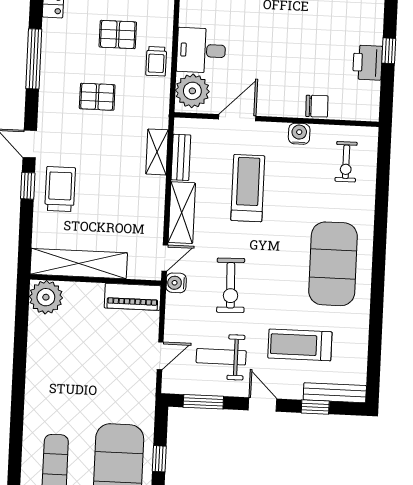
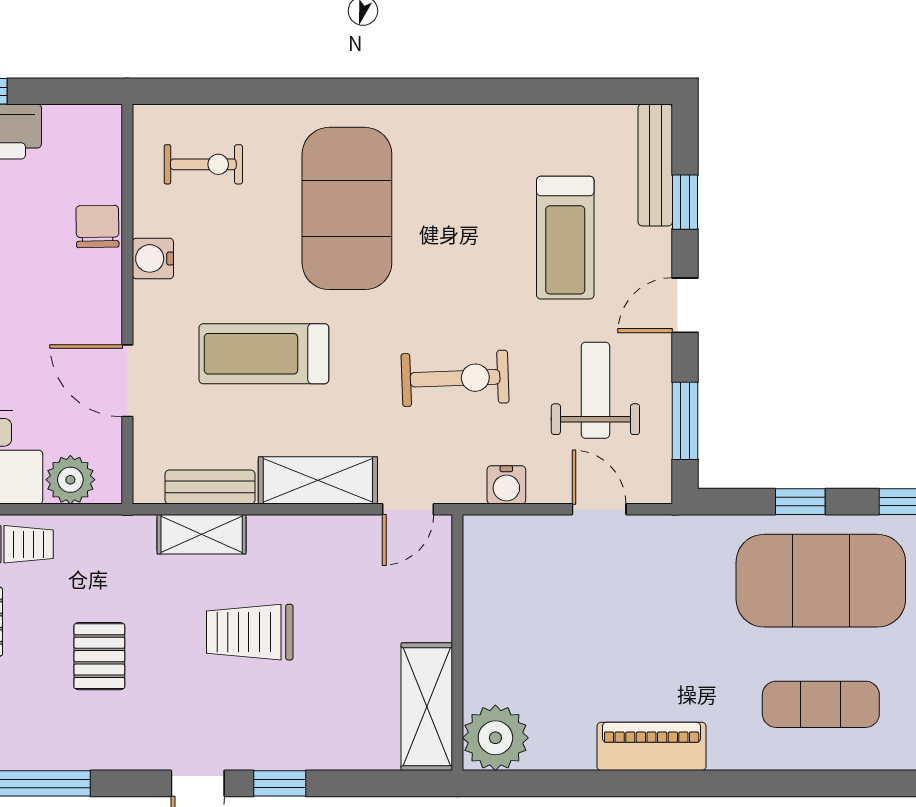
plant: (192, 91) -> (70, 480), width x0.73, depth x0.73
trolley: (60, 189) -> (250, 632), moved
door: (165, 258) -> (408, 509), swing flipped
shelving: (79, 264) -> (427, 707), width x0.68
exercise mat: (333, 264) -> (347, 208), moved, turned 90
water cooler: (176, 283) -> (506, 485), moved
piano: (133, 297) -> (652, 746), moved, turned -90
weight bench: (221, 357) -> (595, 390), turned 180

